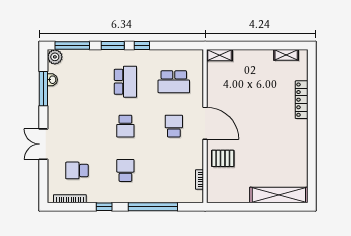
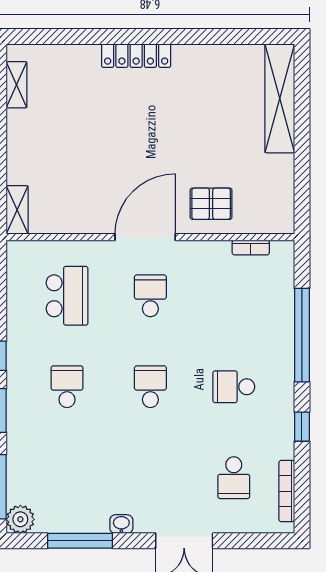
washbasin: (52, 80) -> (121, 524), moved
school desk: (125, 82) -> (67, 387), width x0.54
locker: (302, 100) -> (136, 56), moved
school desk: (125, 126) -> (150, 387), turned -90
school desk: (174, 126) -> (150, 296), turned 90
pallet: (223, 158) -> (211, 204), turned 90

